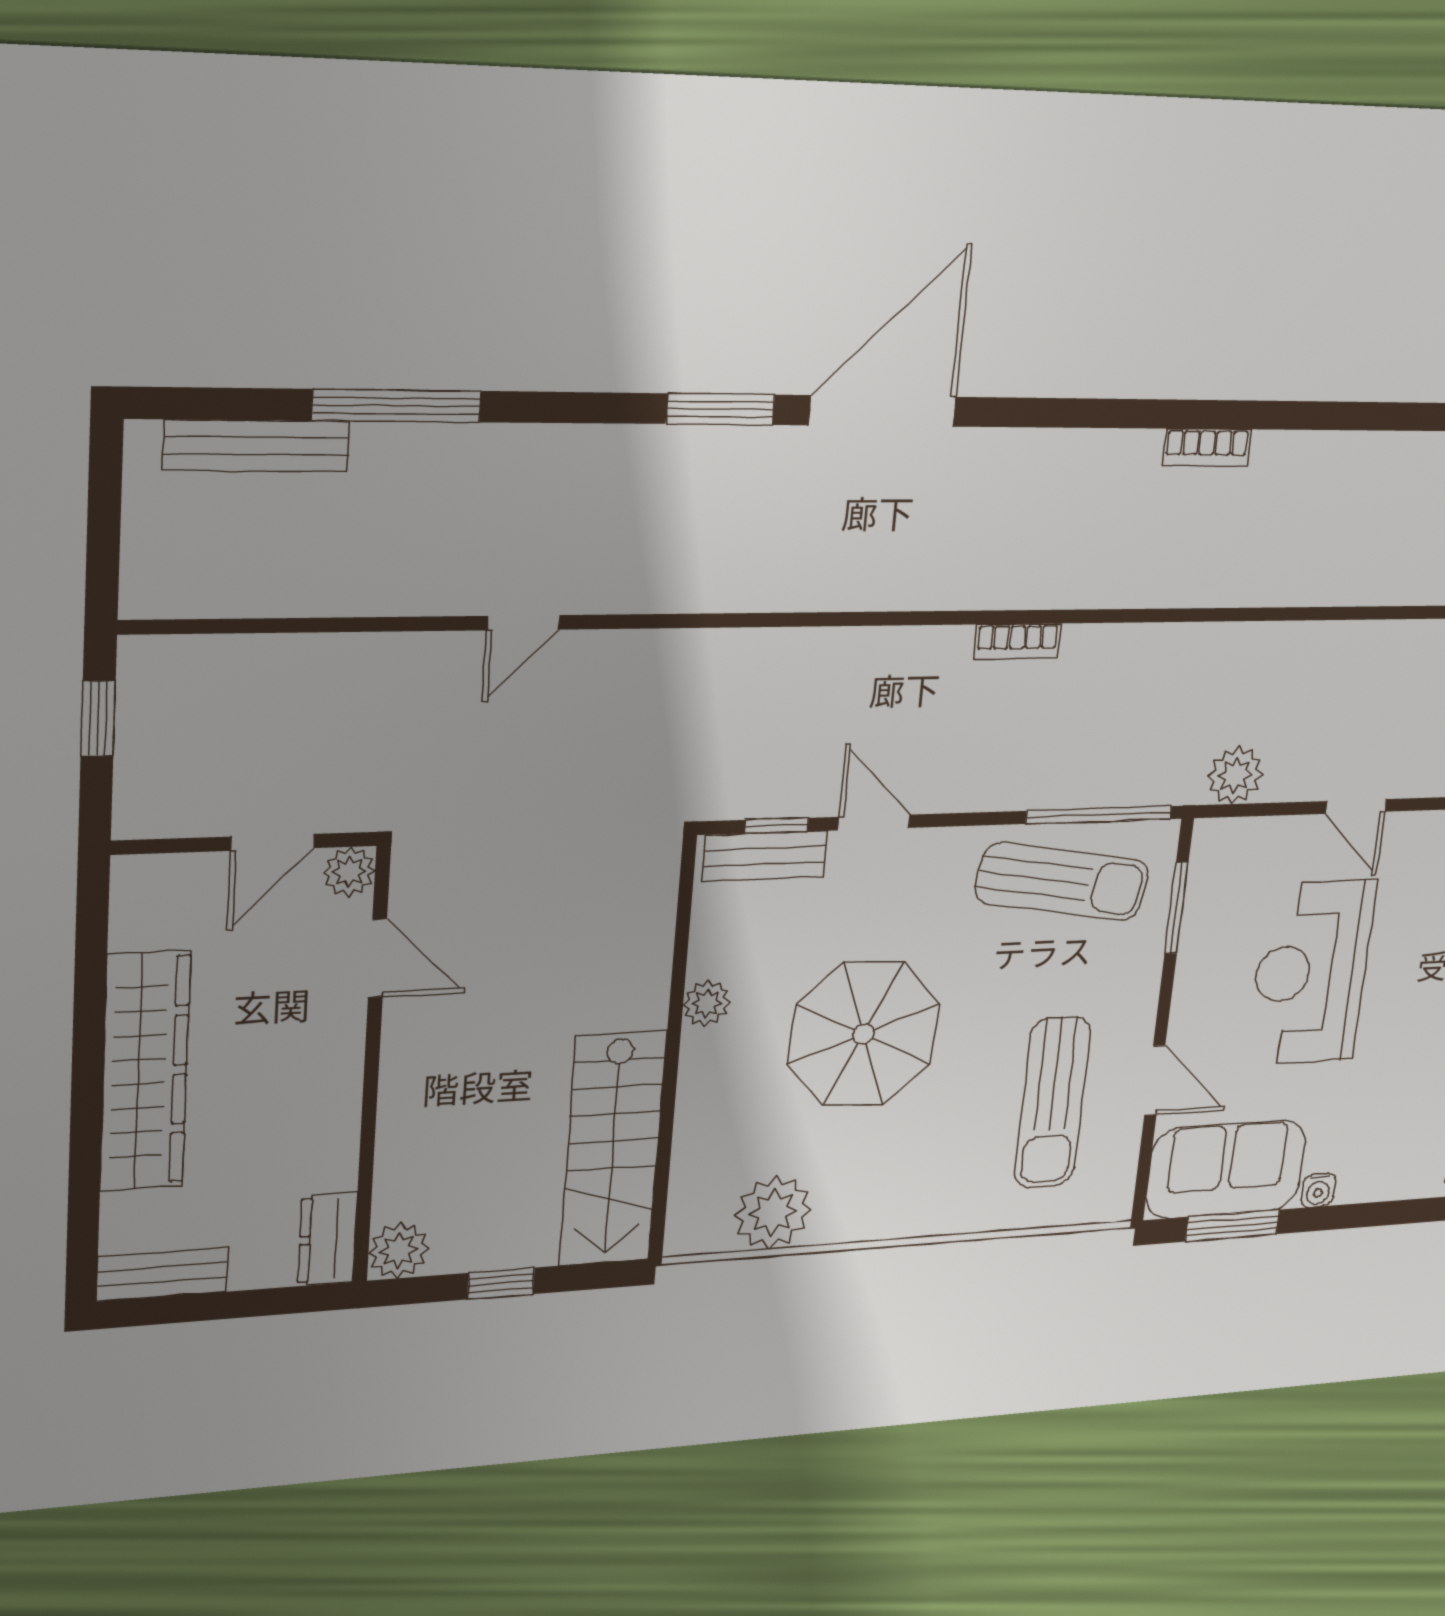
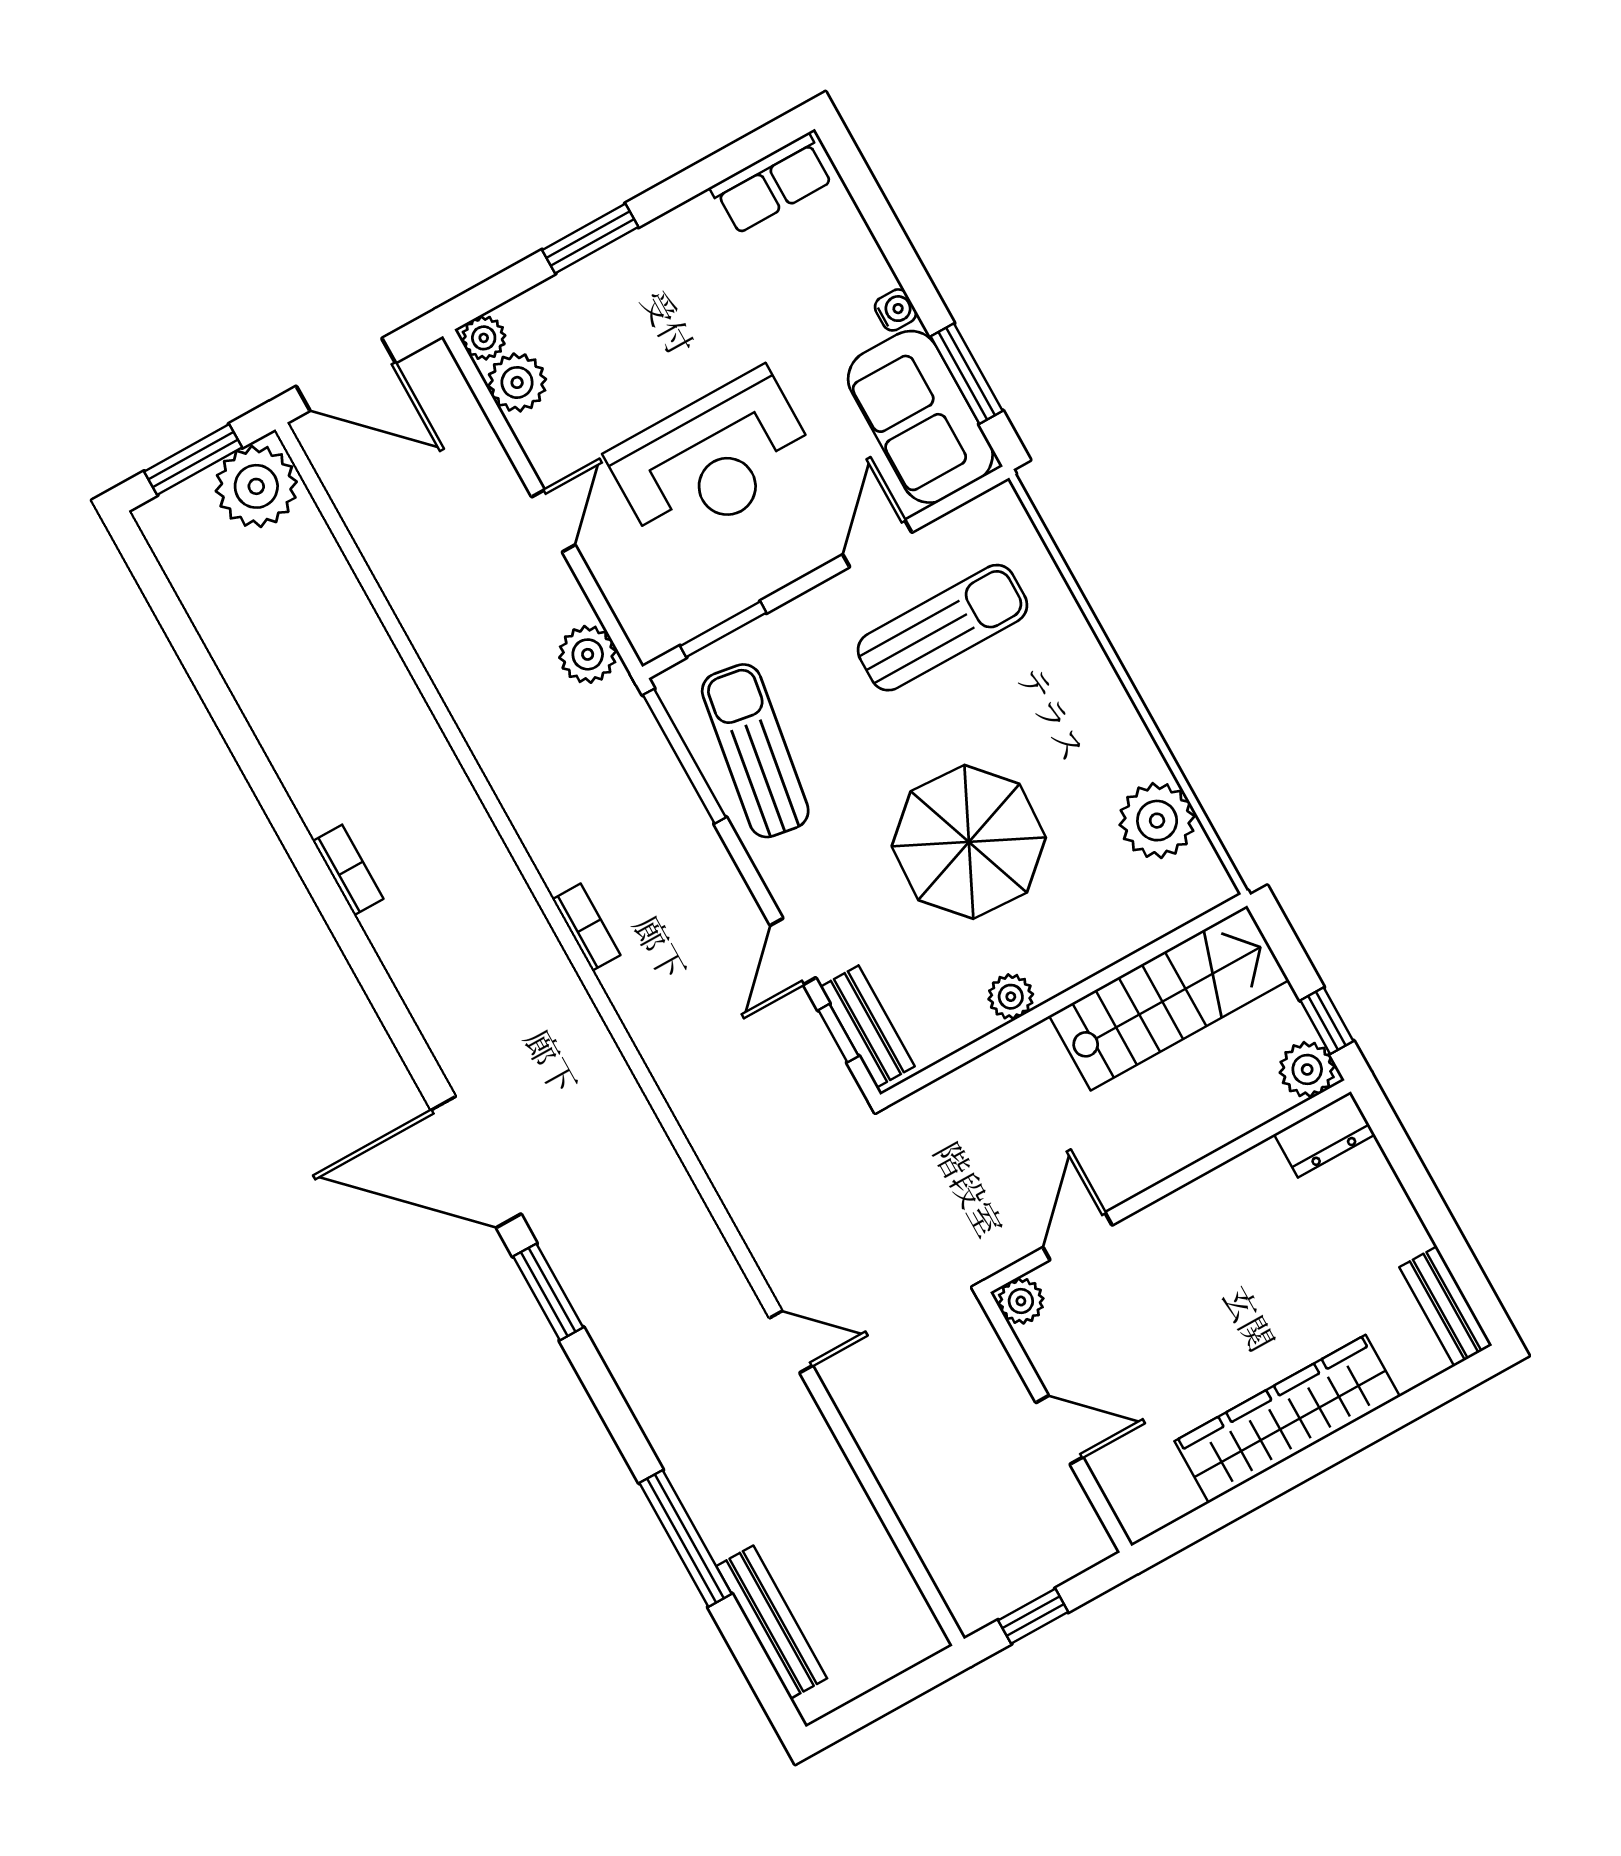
plant: (349, 872) -> (1021, 1301), moved
door: (378, 958) -> (1078, 1236), moved
wall: (372, 1068) -> (1167, 1186), moved
dresser: (328, 1239) -> (1324, 1134), moved
plant: (399, 1250) -> (1307, 1069), moved

